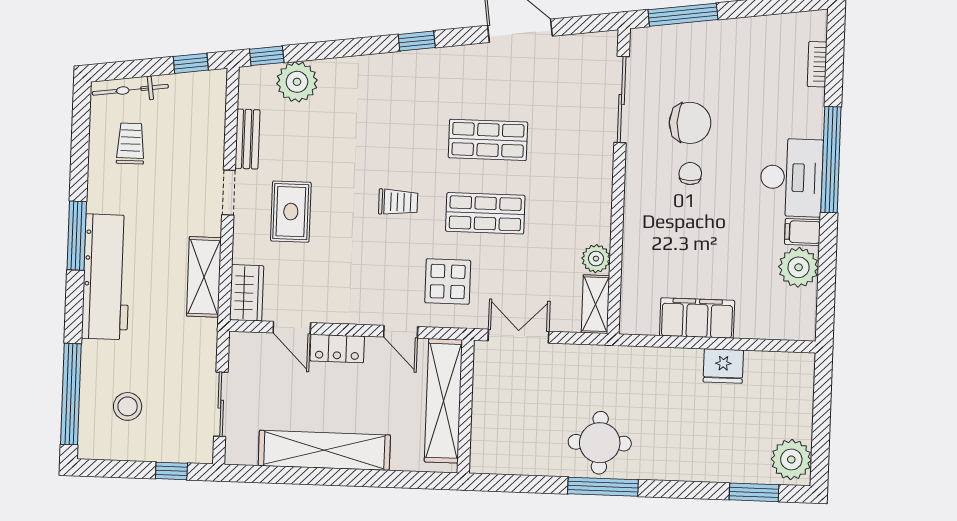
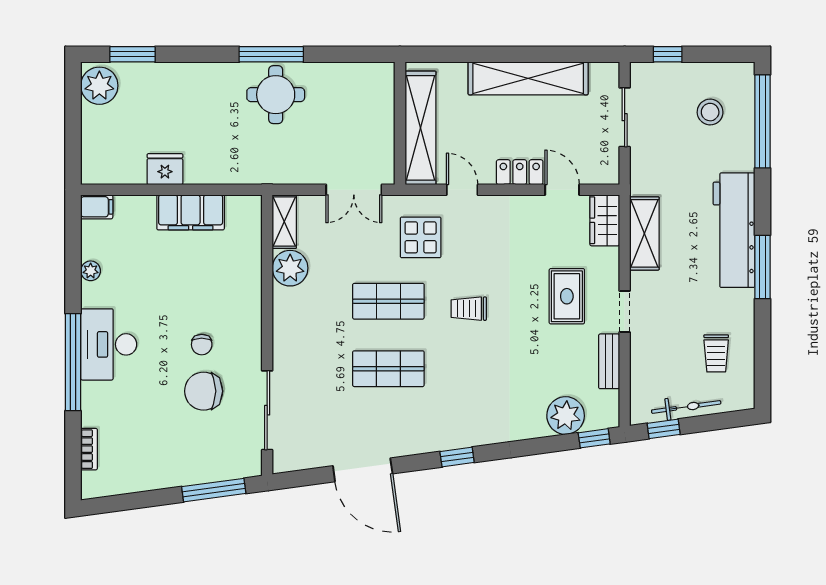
bicycle: (130, 90) -> (686, 407), moved
filing cabinet: (802, 232) -> (97, 207), moved
plant: (596, 259) -> (290, 268), width x1.36, depth x1.36
plant: (799, 267) -> (91, 271), width x0.53, depth x0.53

